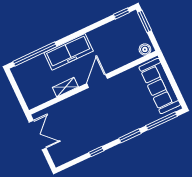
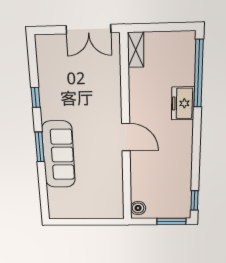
freezer: (69, 52) -> (183, 103), width x0.52, depth x0.79
sofa: (160, 86) -> (59, 155), moved, turned 90
shelving: (65, 87) -> (136, 50), moved
window: (162, 121) -> (43, 190), removed

